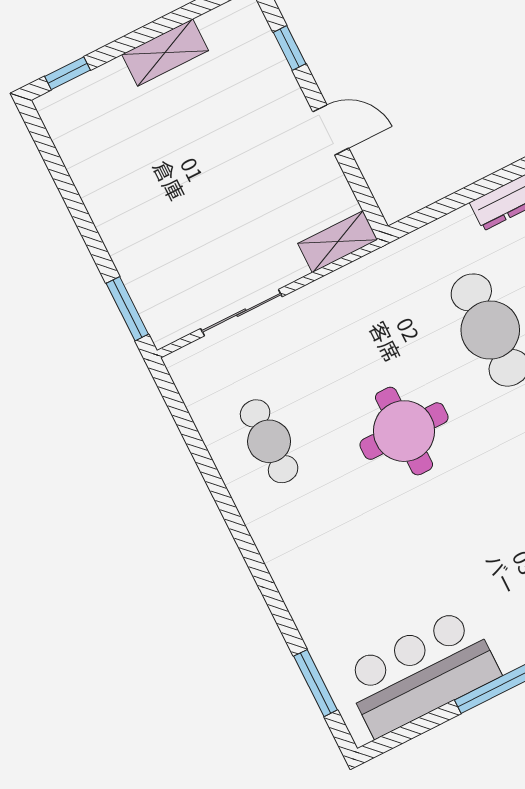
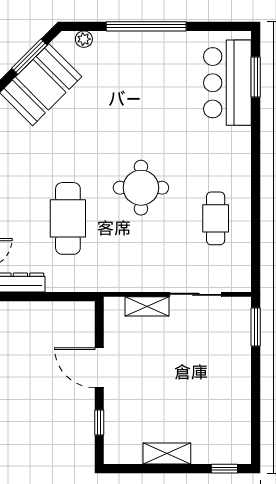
door: (331, 130) -> (99, 368), width x1.38
shelving: (338, 242) -> (147, 306), moved
bar counter: (421, 672) -> (227, 83), moved, turned 90

